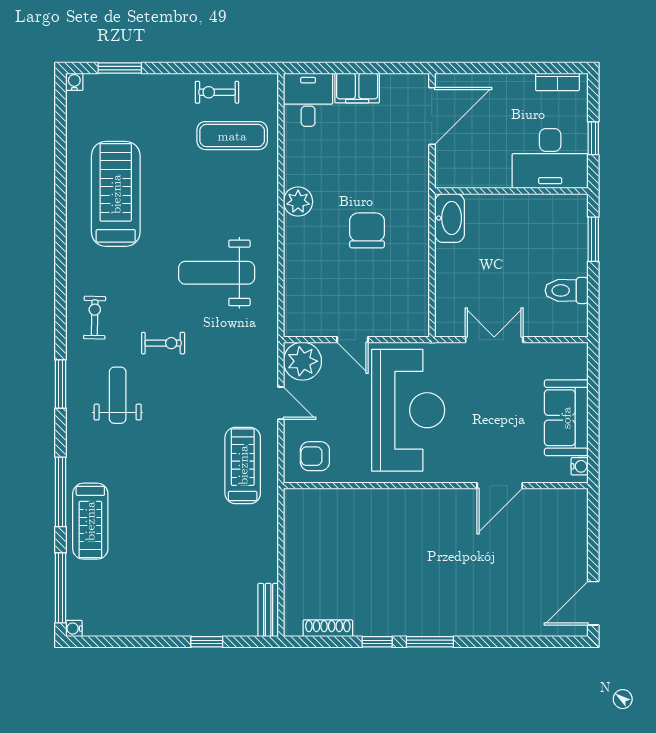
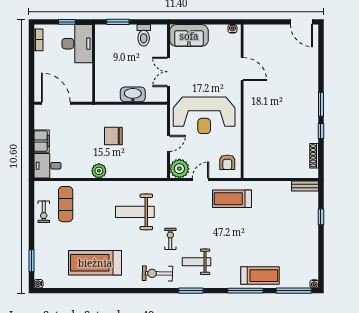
washbasin: (449, 218) -> (133, 94), moved
weight bench: (217, 273) -> (135, 212), turned 90
exercise bike: (95, 318) -> (157, 273), width x1.38, depth x1.39
reception desk: (408, 410) -> (204, 115), turned 180
sofa: (566, 418) -> (189, 36), moved

